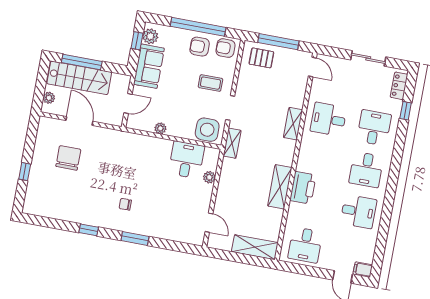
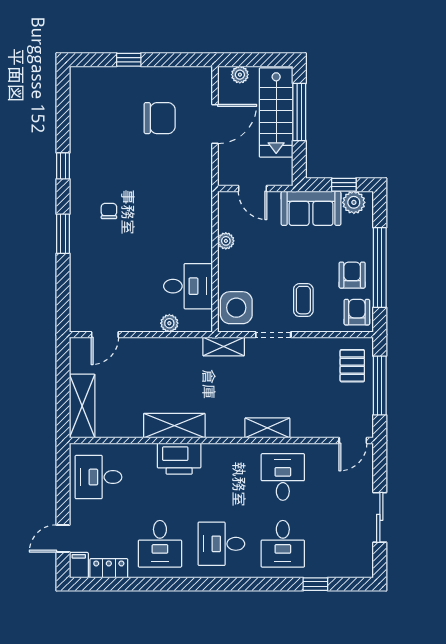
locker: (399, 86) -> (109, 568), moved
desk: (374, 128) -> (283, 544), turned 90

